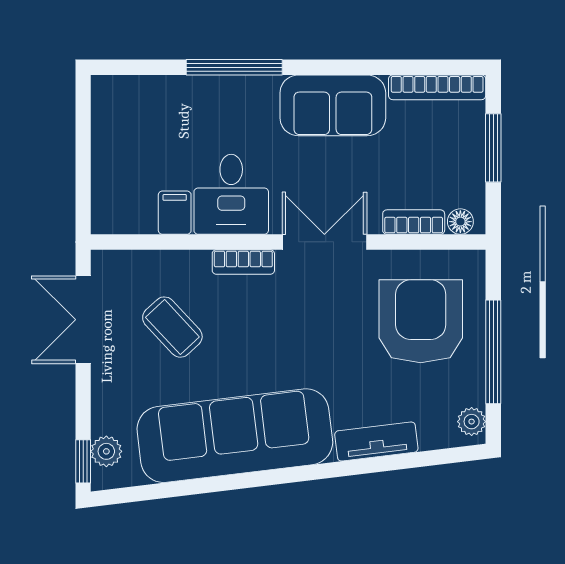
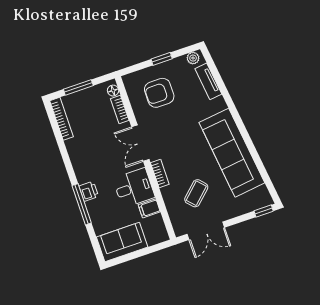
printer: (258, 93) -> (89, 191), added
sofa: (333, 105) -> (122, 242), moved, turned -90
armchair: (421, 321) -> (159, 93), width x0.73, depth x0.73
window: (493, 352) -> (162, 59), width x0.46
tv unit: (376, 441) -> (208, 81), moved
plant: (106, 451) -> (256, 203), removed

